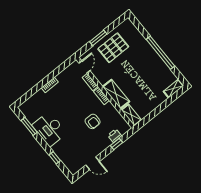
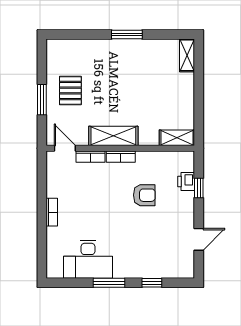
pallet: (113, 48) -> (70, 91), width x0.67, depth x0.71
window: (160, 53) -> (127, 34), width x0.47
shelving: (116, 94) -> (113, 136), moved
window: (29, 126) -> (109, 283), moved
desk: (49, 129) -> (88, 259), moved

